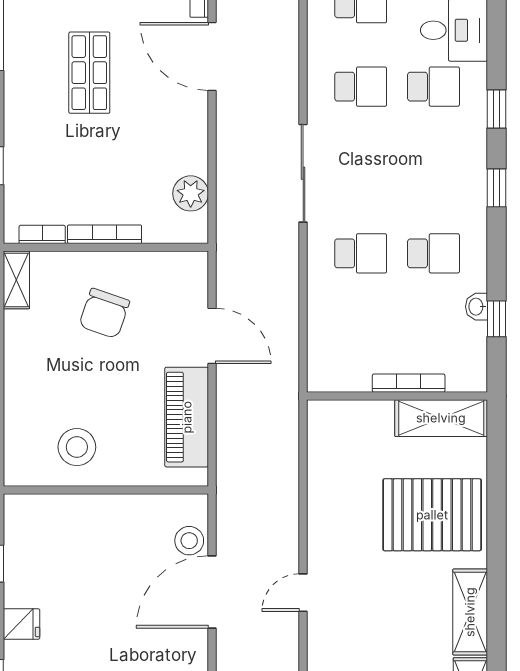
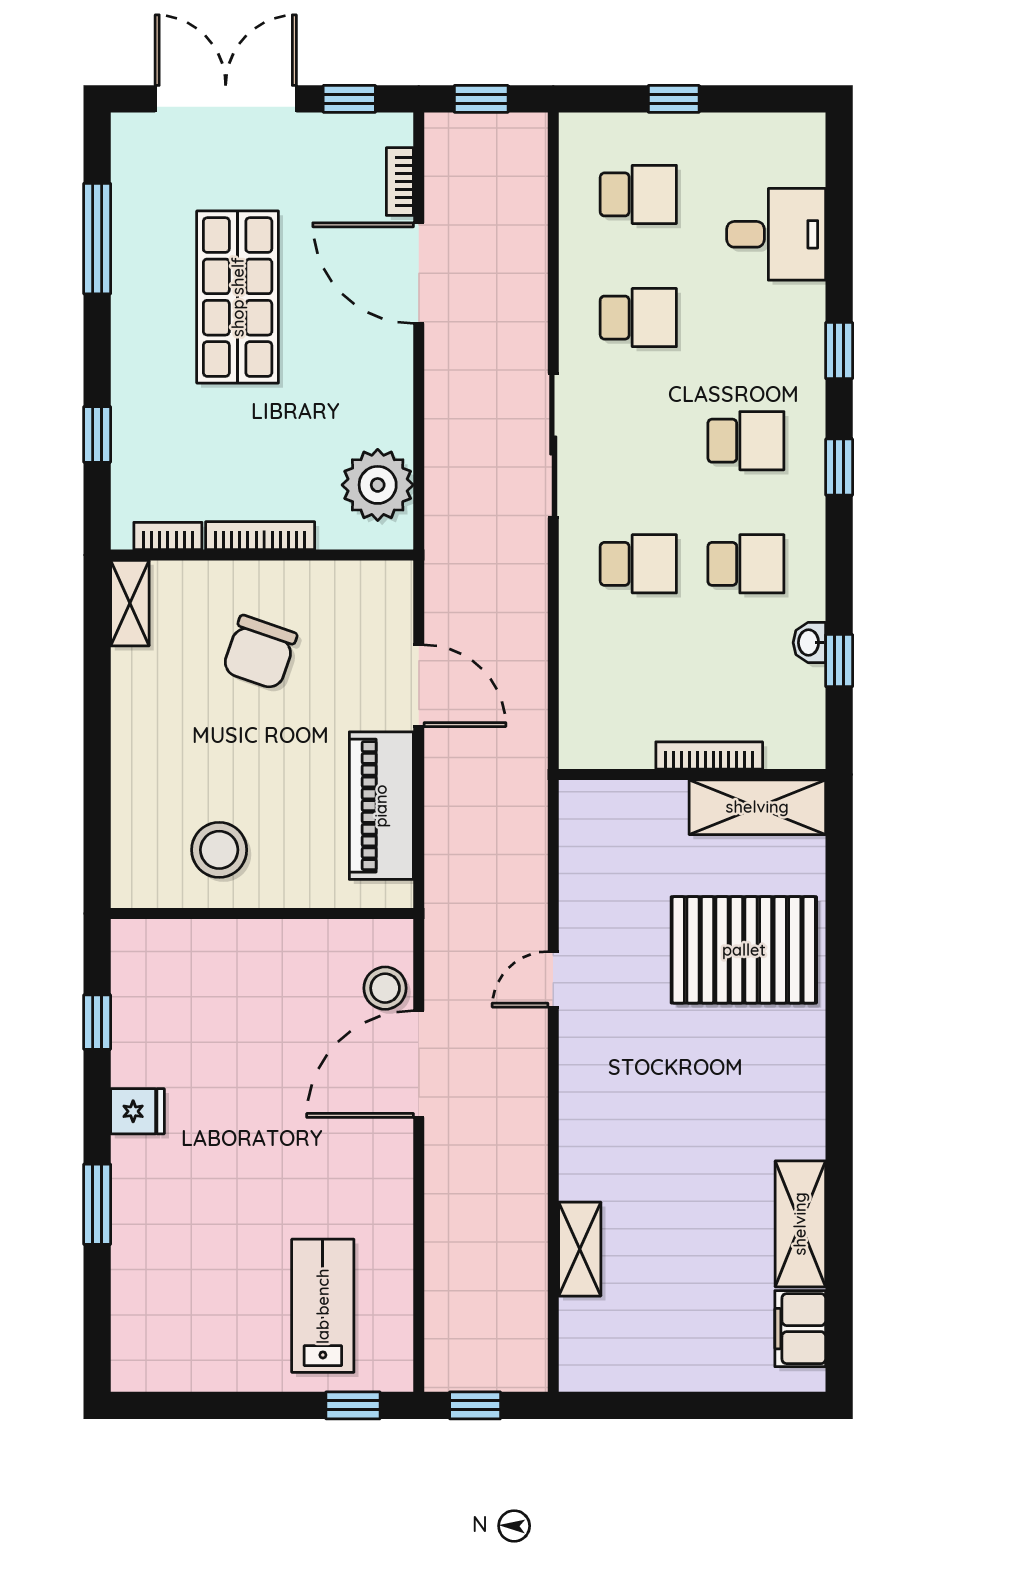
shop shelf: (89, 73) -> (238, 297), width x1.43, depth x1.36
school desk: (433, 87) -> (746, 441), moved
plant: (191, 193) -> (378, 485), width x1.36, depth x1.36
door: (303, 593) -> (553, 979), moved
shelving: (470, 612) -> (800, 1094), removed

